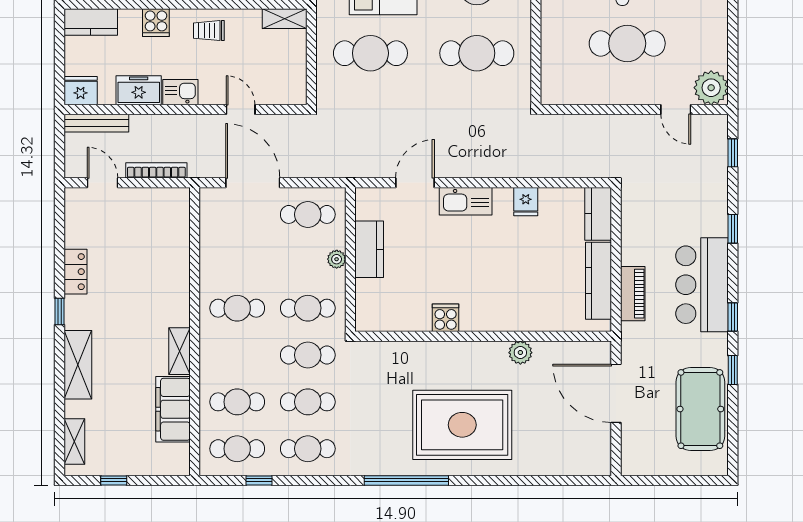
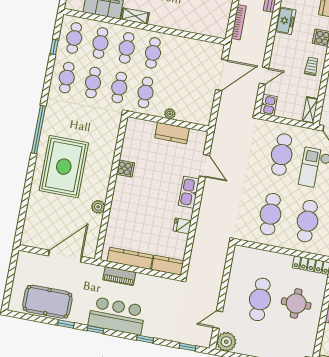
kitchen sink: (180, 92) -> (268, 105), moved
cafe table: (308, 214) -> (127, 48), moved

